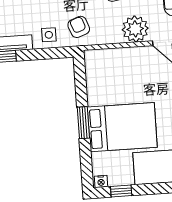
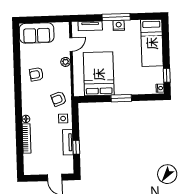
plant: (135, 29) -> (66, 62), width x0.53, depth x0.53
bed: (122, 127) -> (99, 74), moved

